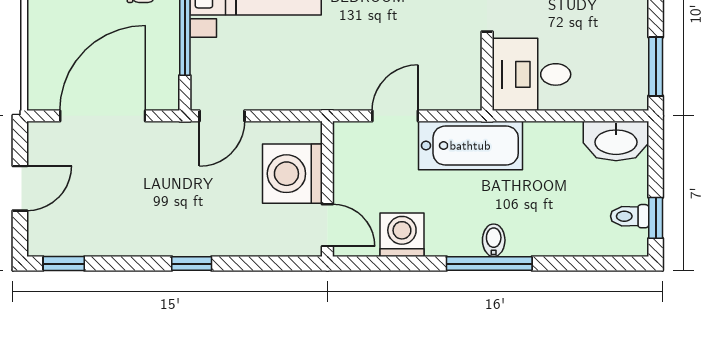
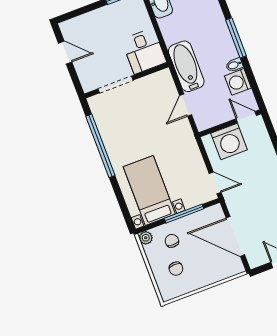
door: (395, 116) -> (186, 105), hinge flipped
door: (327, 225) -> (246, 117), hinge flipped
bidet: (494, 240) -> (234, 65), moved

